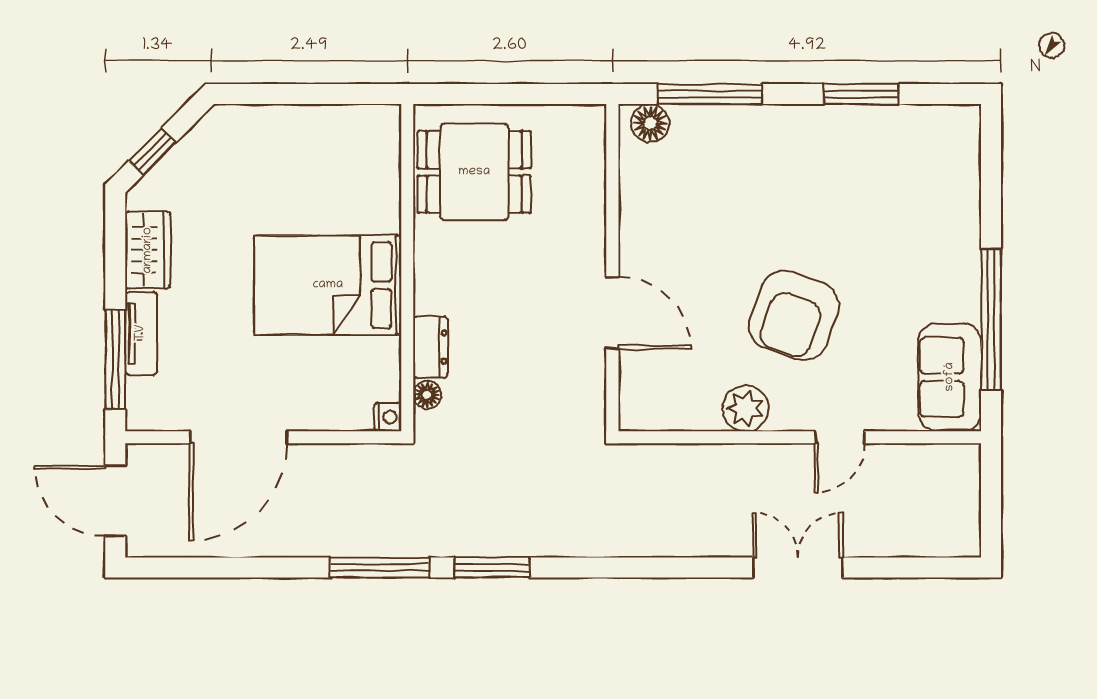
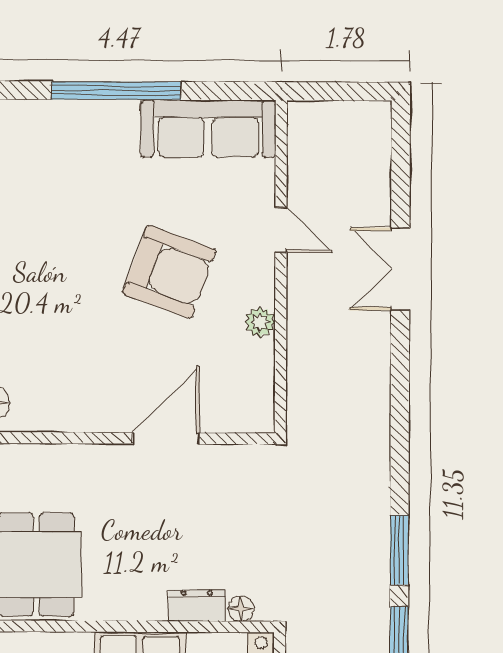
window: (991, 320) -> (116, 91), moved
sofa: (950, 377) -> (208, 129), width x1.36
plant: (746, 408) -> (260, 322), width x0.73, depth x0.73

